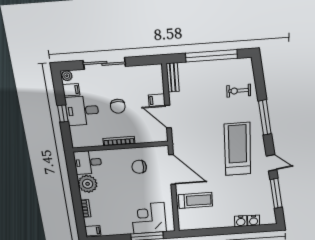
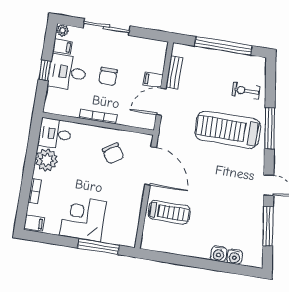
bench: (173, 77) -> (174, 73), moved
door: (168, 117) -> (161, 102), hinge flipped
treadmill: (238, 149) -> (228, 130), moved, turned -90
chair: (139, 167) -> (113, 153), turned -123
corner desk: (149, 218) -> (83, 219), moved

